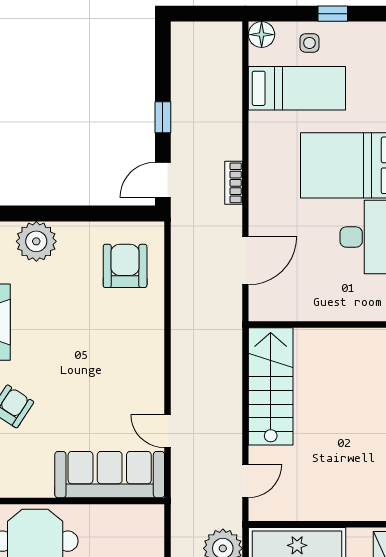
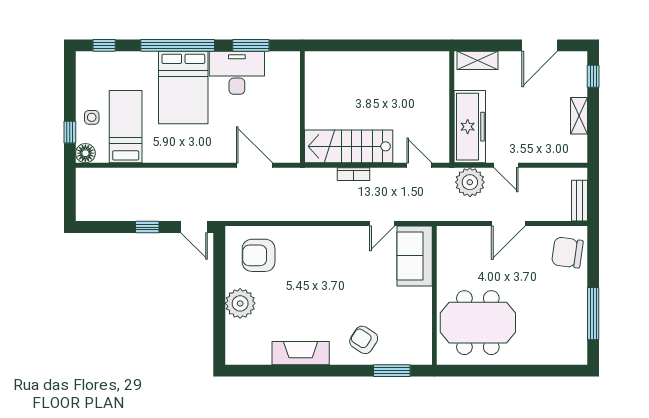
window: (333, 14) -> (70, 132), moved
bookcase: (234, 183) -> (353, 174), moved
plant: (36, 241) -> (240, 303), moved
sofa: (110, 475) -> (415, 256), width x0.73

